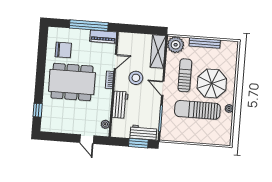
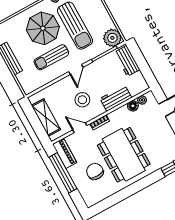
plant: (176, 45) -> (112, 38), moved
chair: (63, 50) -> (95, 171), moved
shelving: (158, 52) -> (46, 118), moved, turned 90
floor lamp: (105, 114) -> (133, 106), added
window: (138, 143) -> (140, 59), removed

